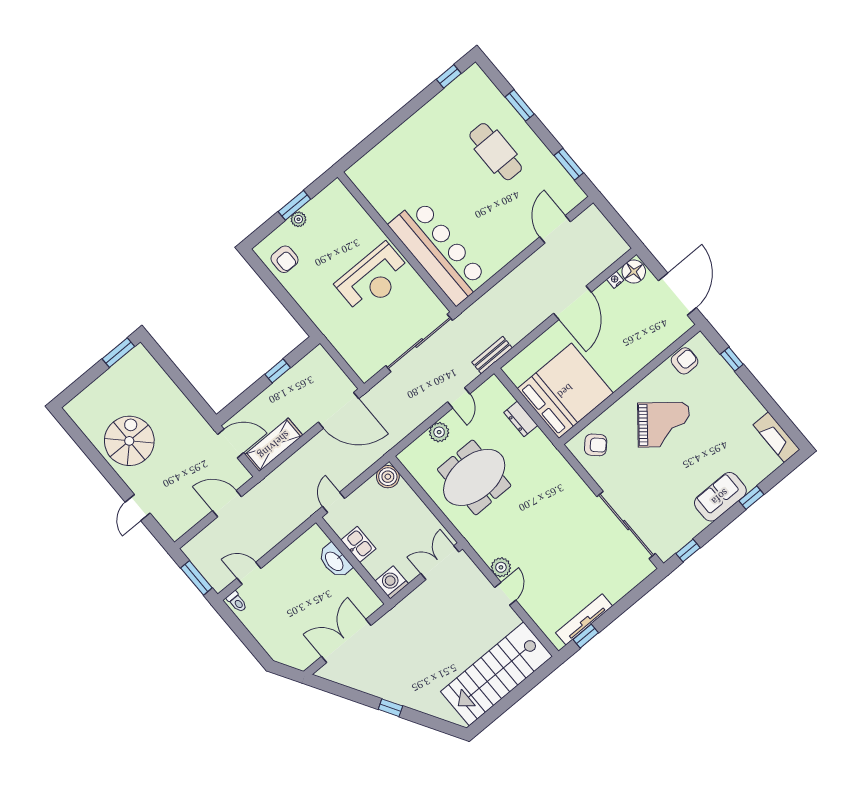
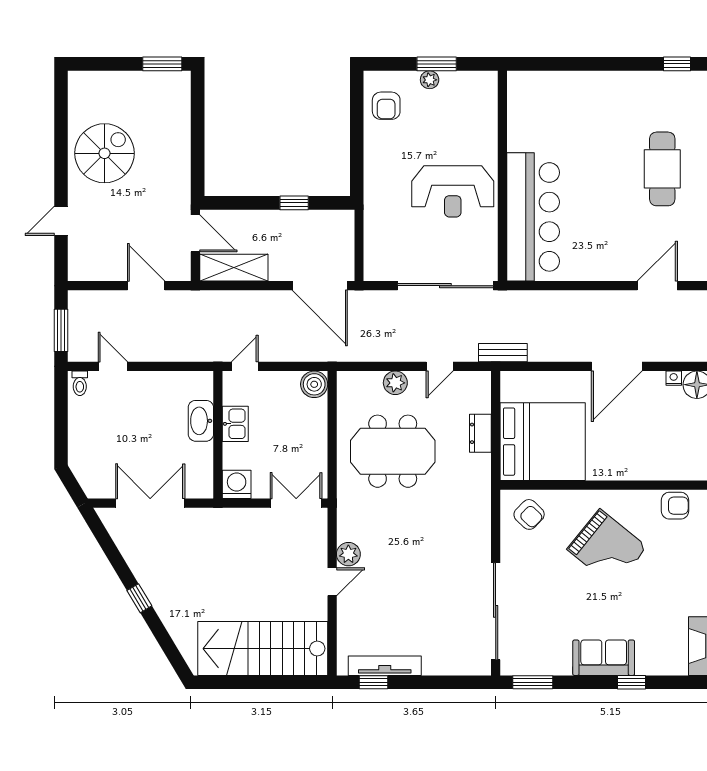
window: (688, 551) -> (533, 682), width x1.50

